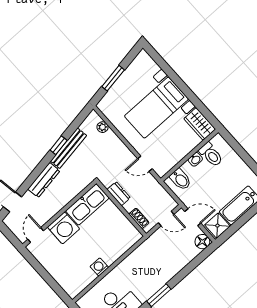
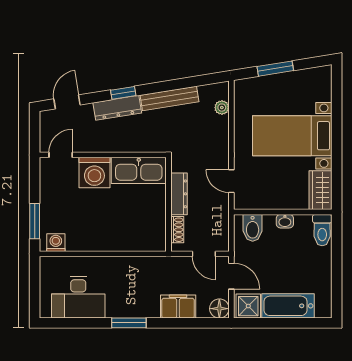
window: (59, 145) -> (123, 93), moved
toilet: (211, 154) -> (322, 230), moved
dresser: (119, 194) -> (179, 194), width x1.44
filing cabinet: (178, 261) -> (178, 307), added
washing machine: (99, 267) -> (56, 243), moved
window: (54, 285) -> (35, 221), added

